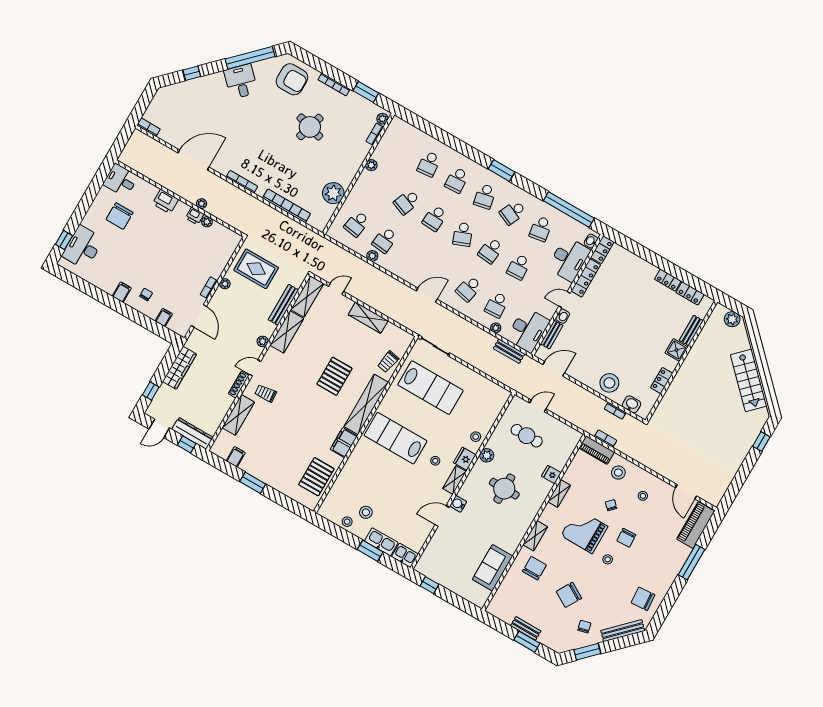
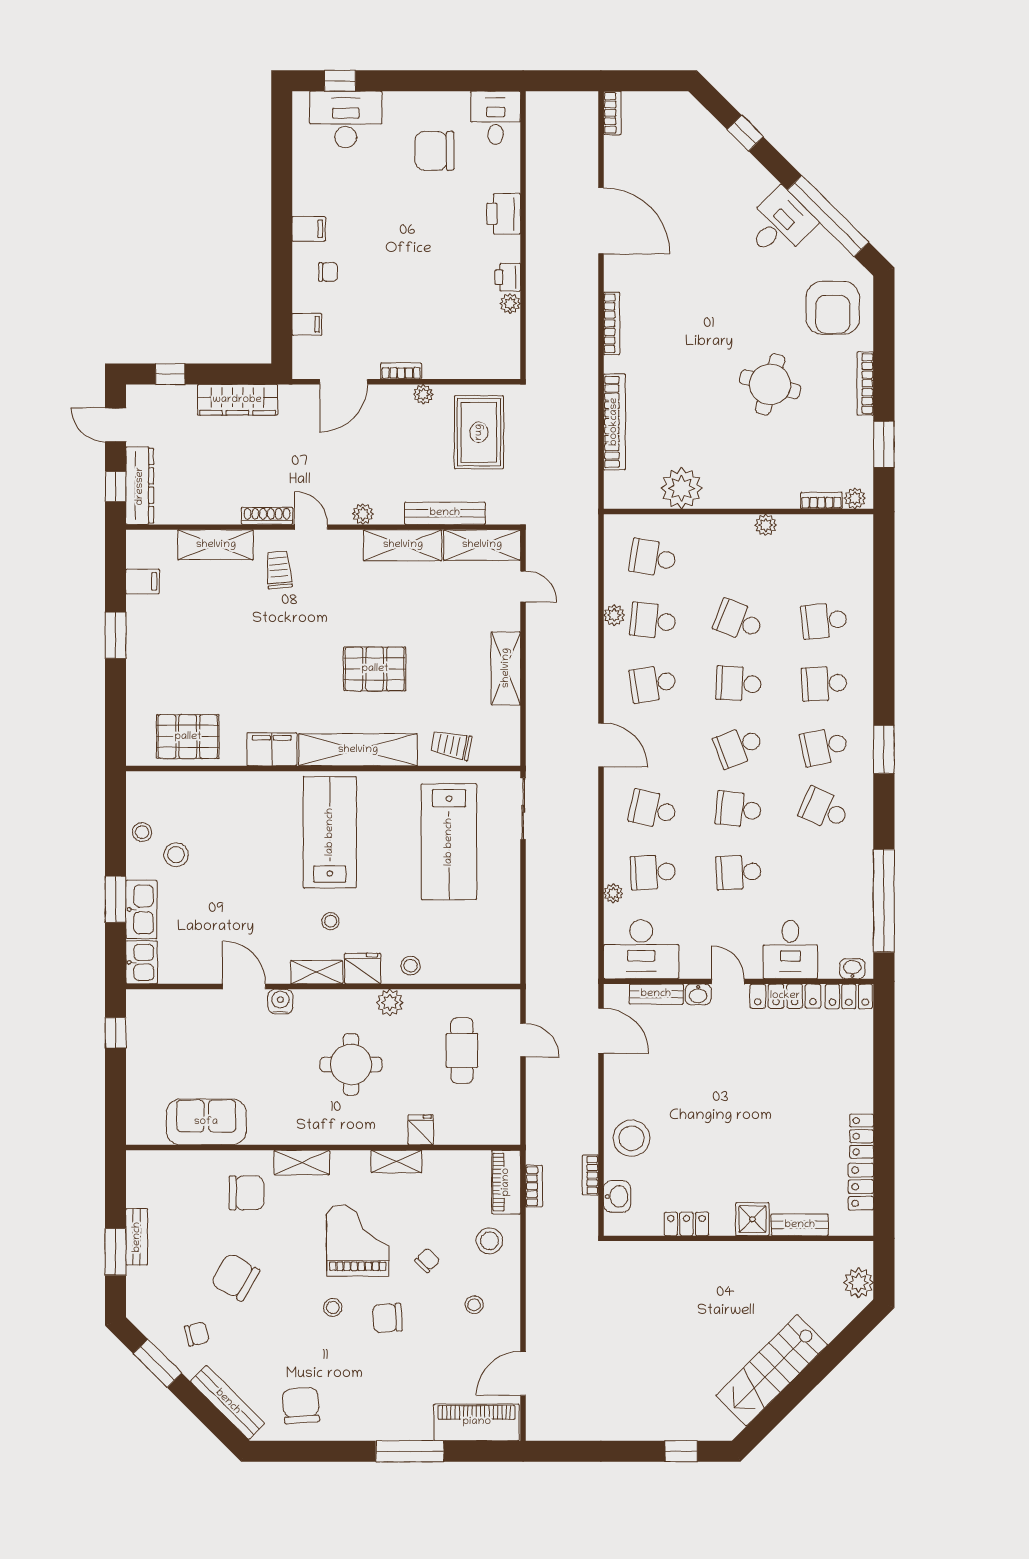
plant: (202, 204) -> (535, 277), removed
school desk: (541, 229) -> (653, 684), moved
desk: (569, 259) -> (790, 950), width x0.73
bench: (509, 351) -> (587, 938), removed

